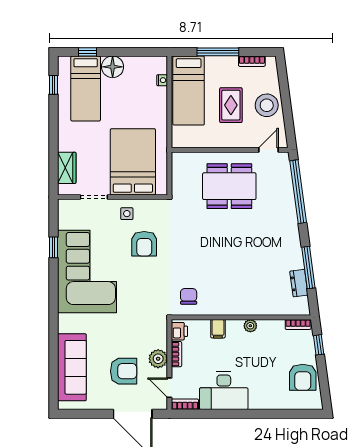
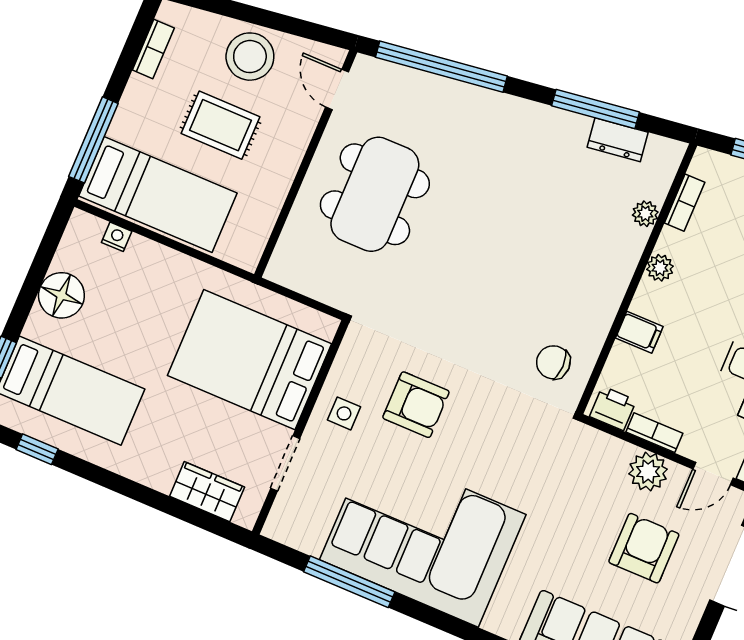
window: (218, 52) -> (93, 140), moved
floor lamp: (113, 67) -> (61, 295), moved
window: (54, 247) -> (349, 582), width x2.17
plant: (271, 309) -> (645, 214), added
bookcase: (298, 324) -> (685, 203), moved

